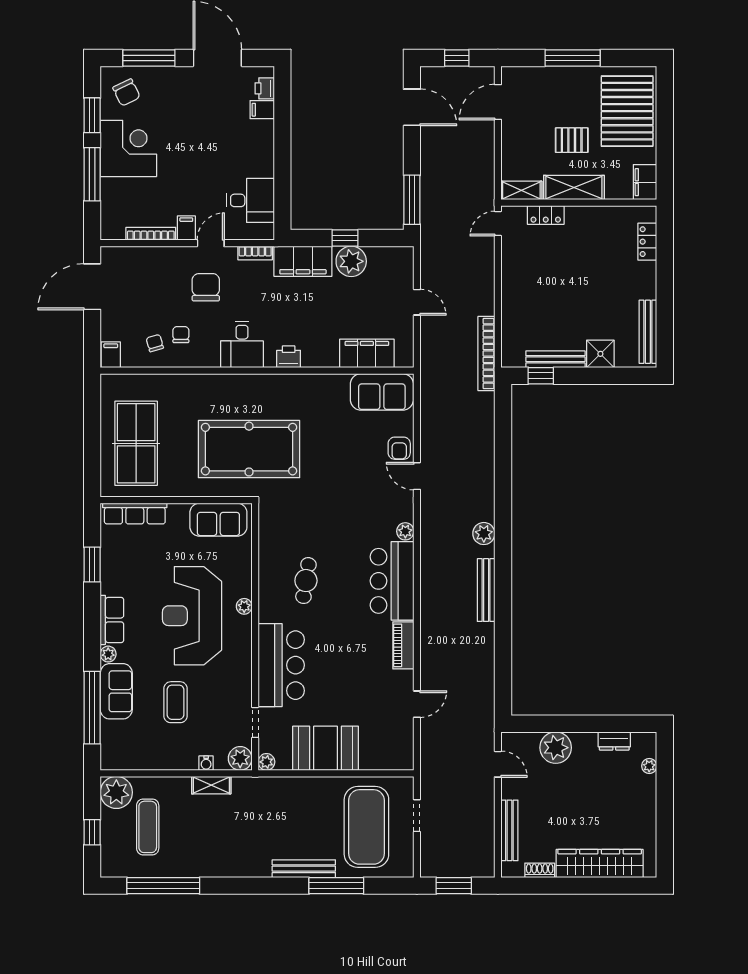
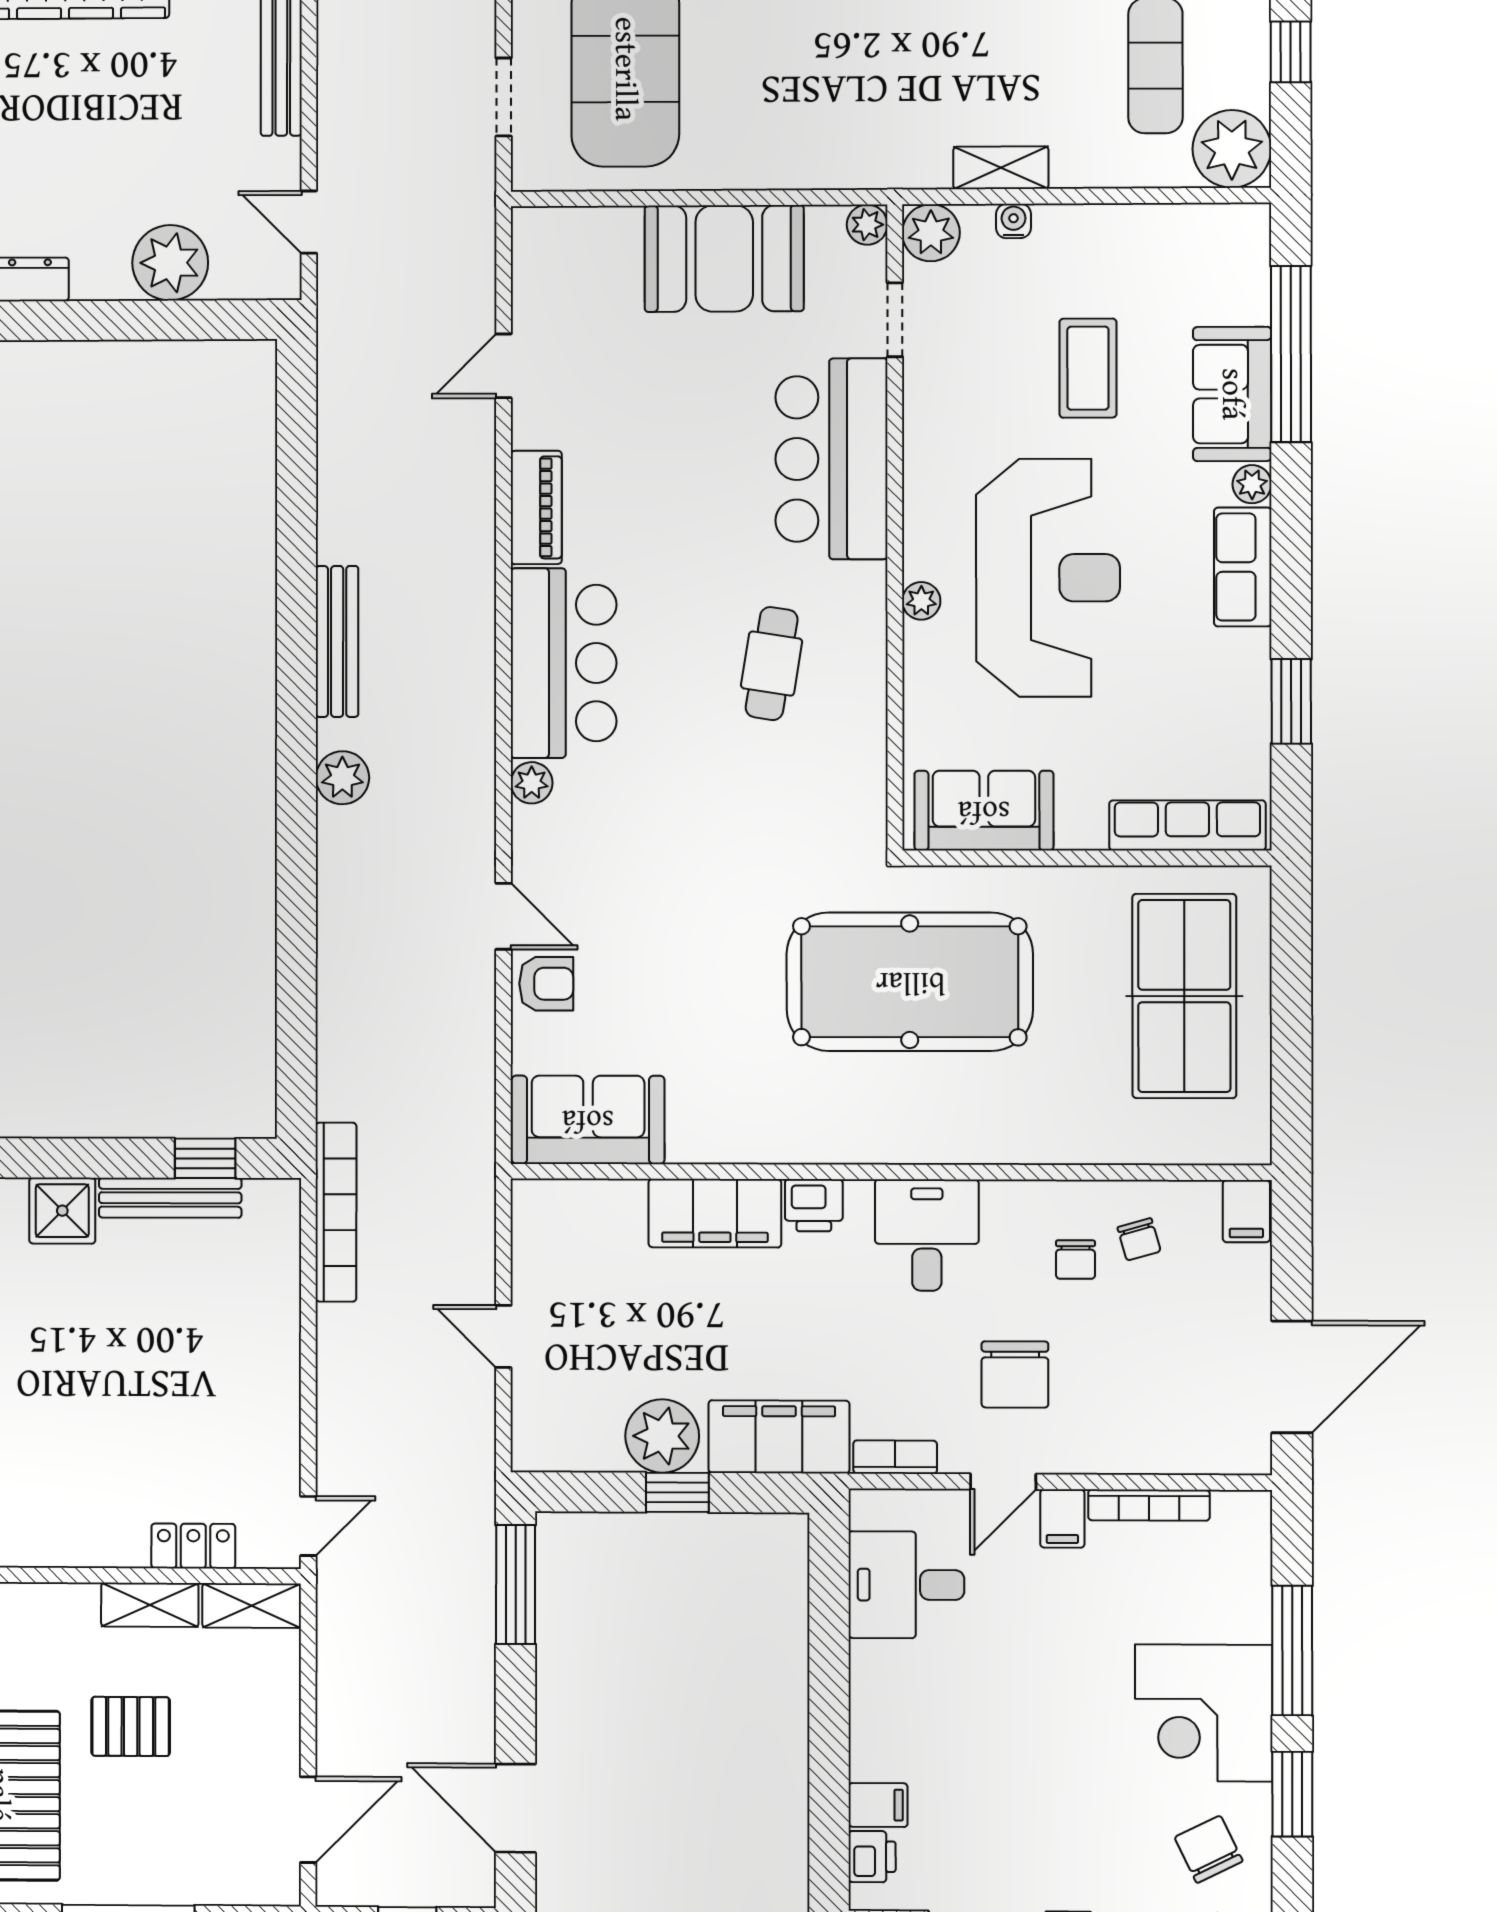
shelving: (574, 187) -> (150, 1605), width x0.67, depth x0.75
filing cabinet: (367, 353) -> (715, 1213), moved
armchair: (399, 448) -> (546, 984), turned 90

